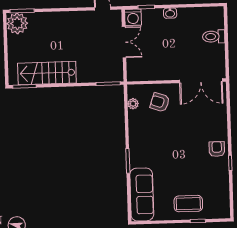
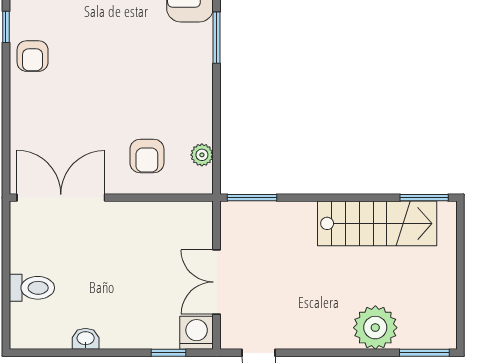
washbasin: (170, 13) -> (86, 339), moved
plant: (17, 23) -> (375, 328), moved
armchair: (160, 102) -> (147, 156), turned 71

